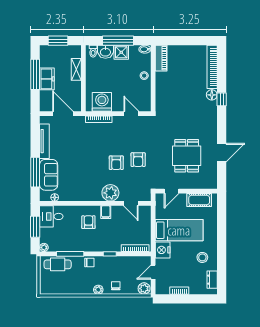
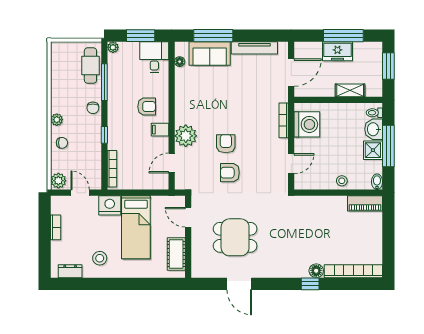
armchair: (116, 163) -> (226, 144), turned 90

